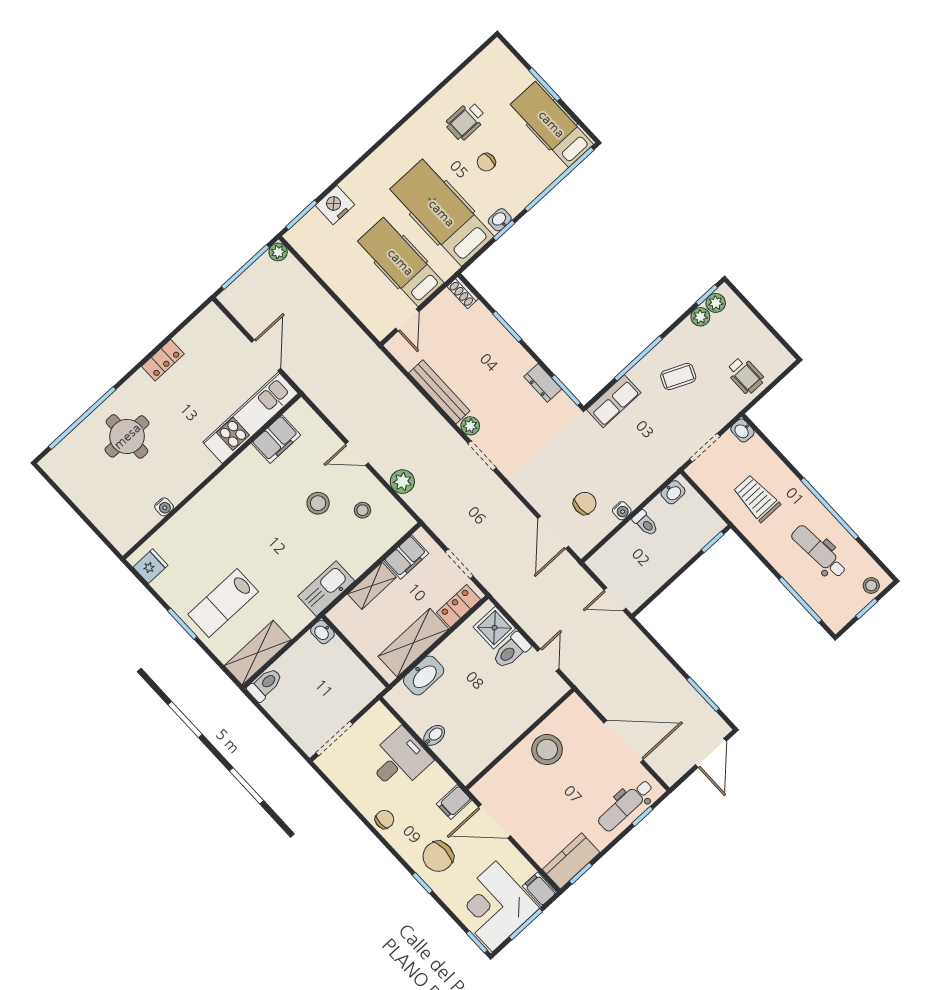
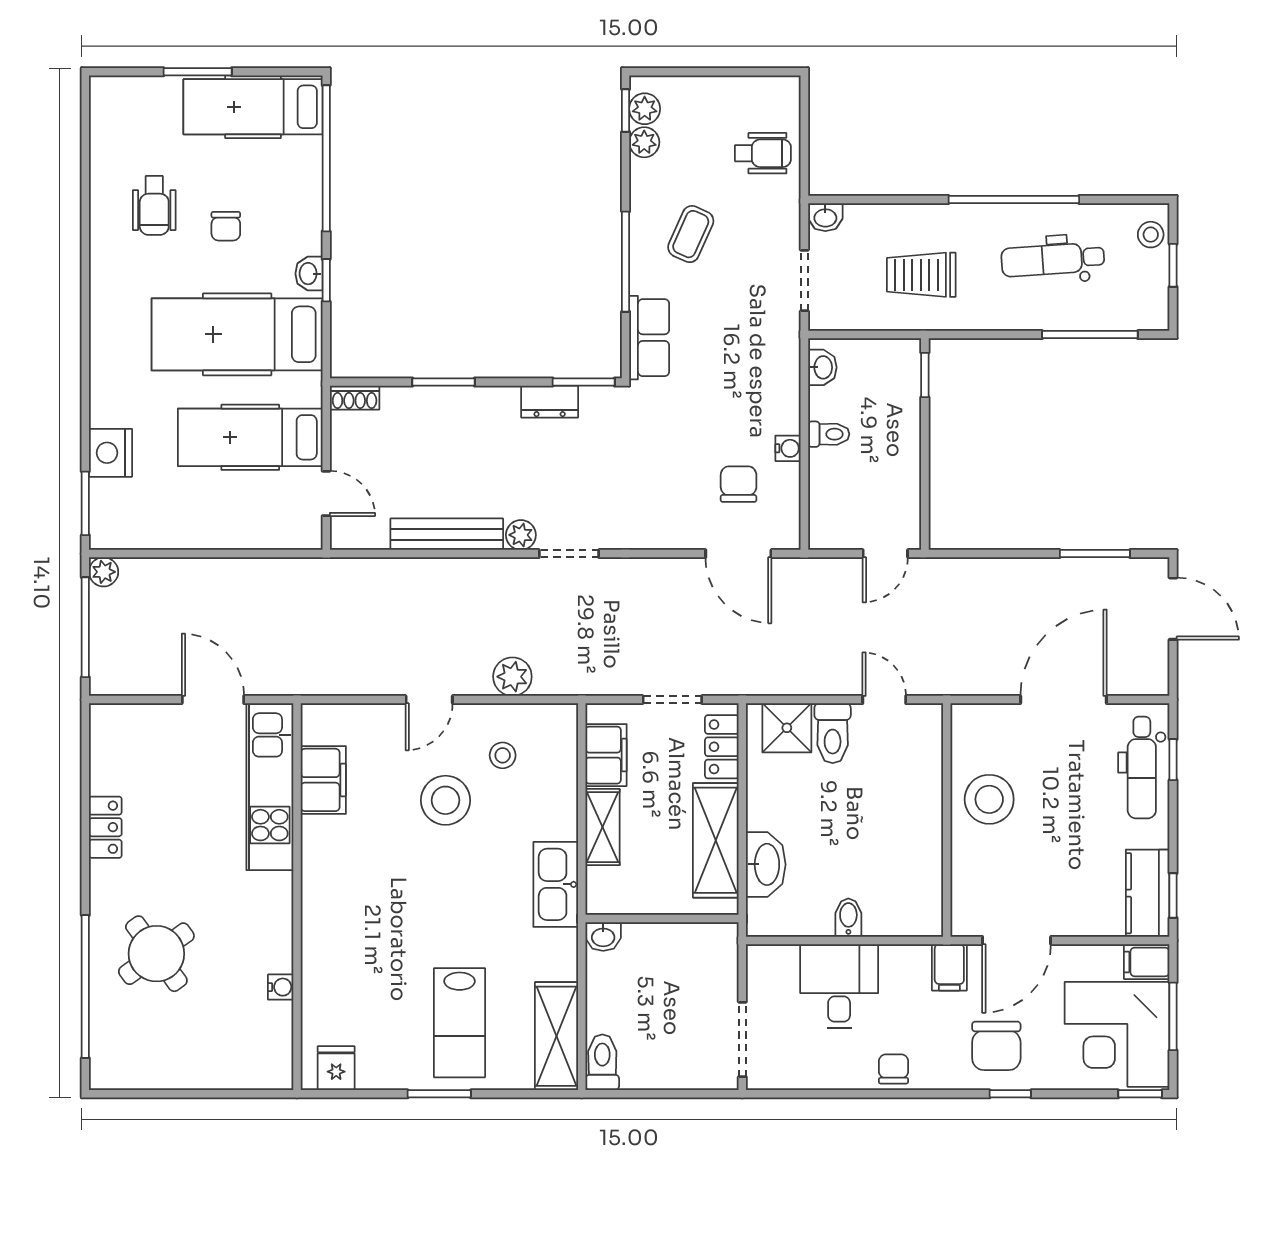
round table: (127, 436) -> (156, 954), turned -36
stool: (318, 503) -> (445, 800), width x1.38, depth x1.38

